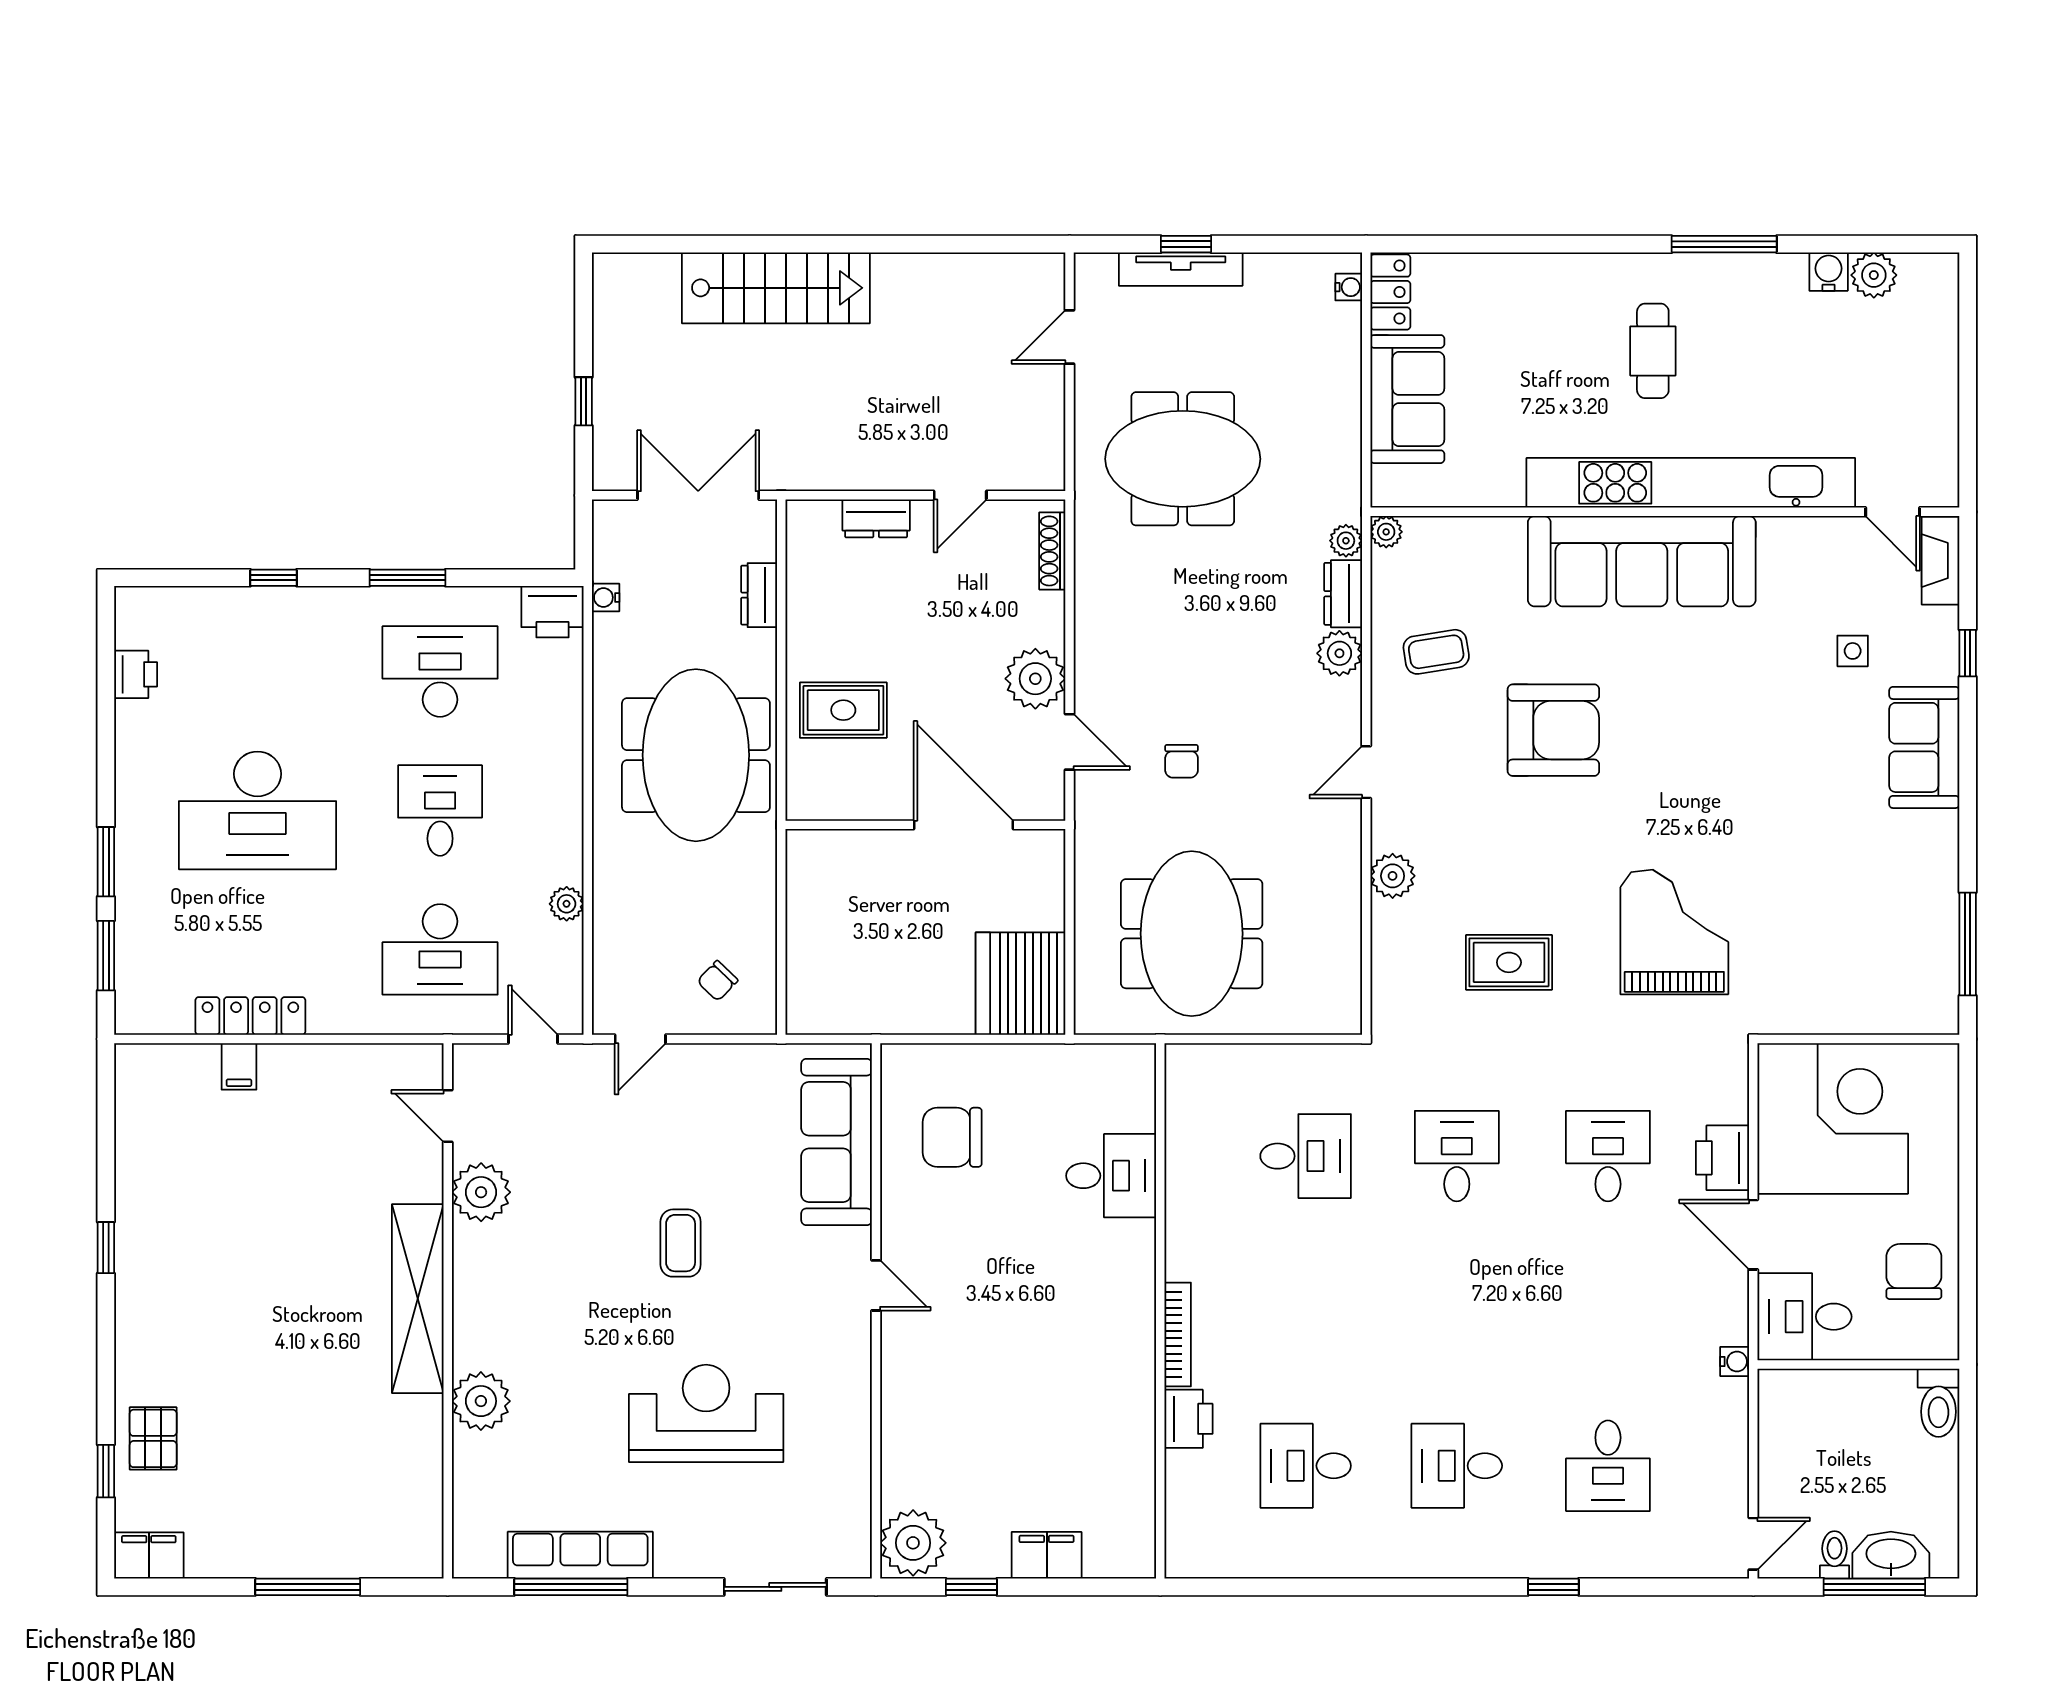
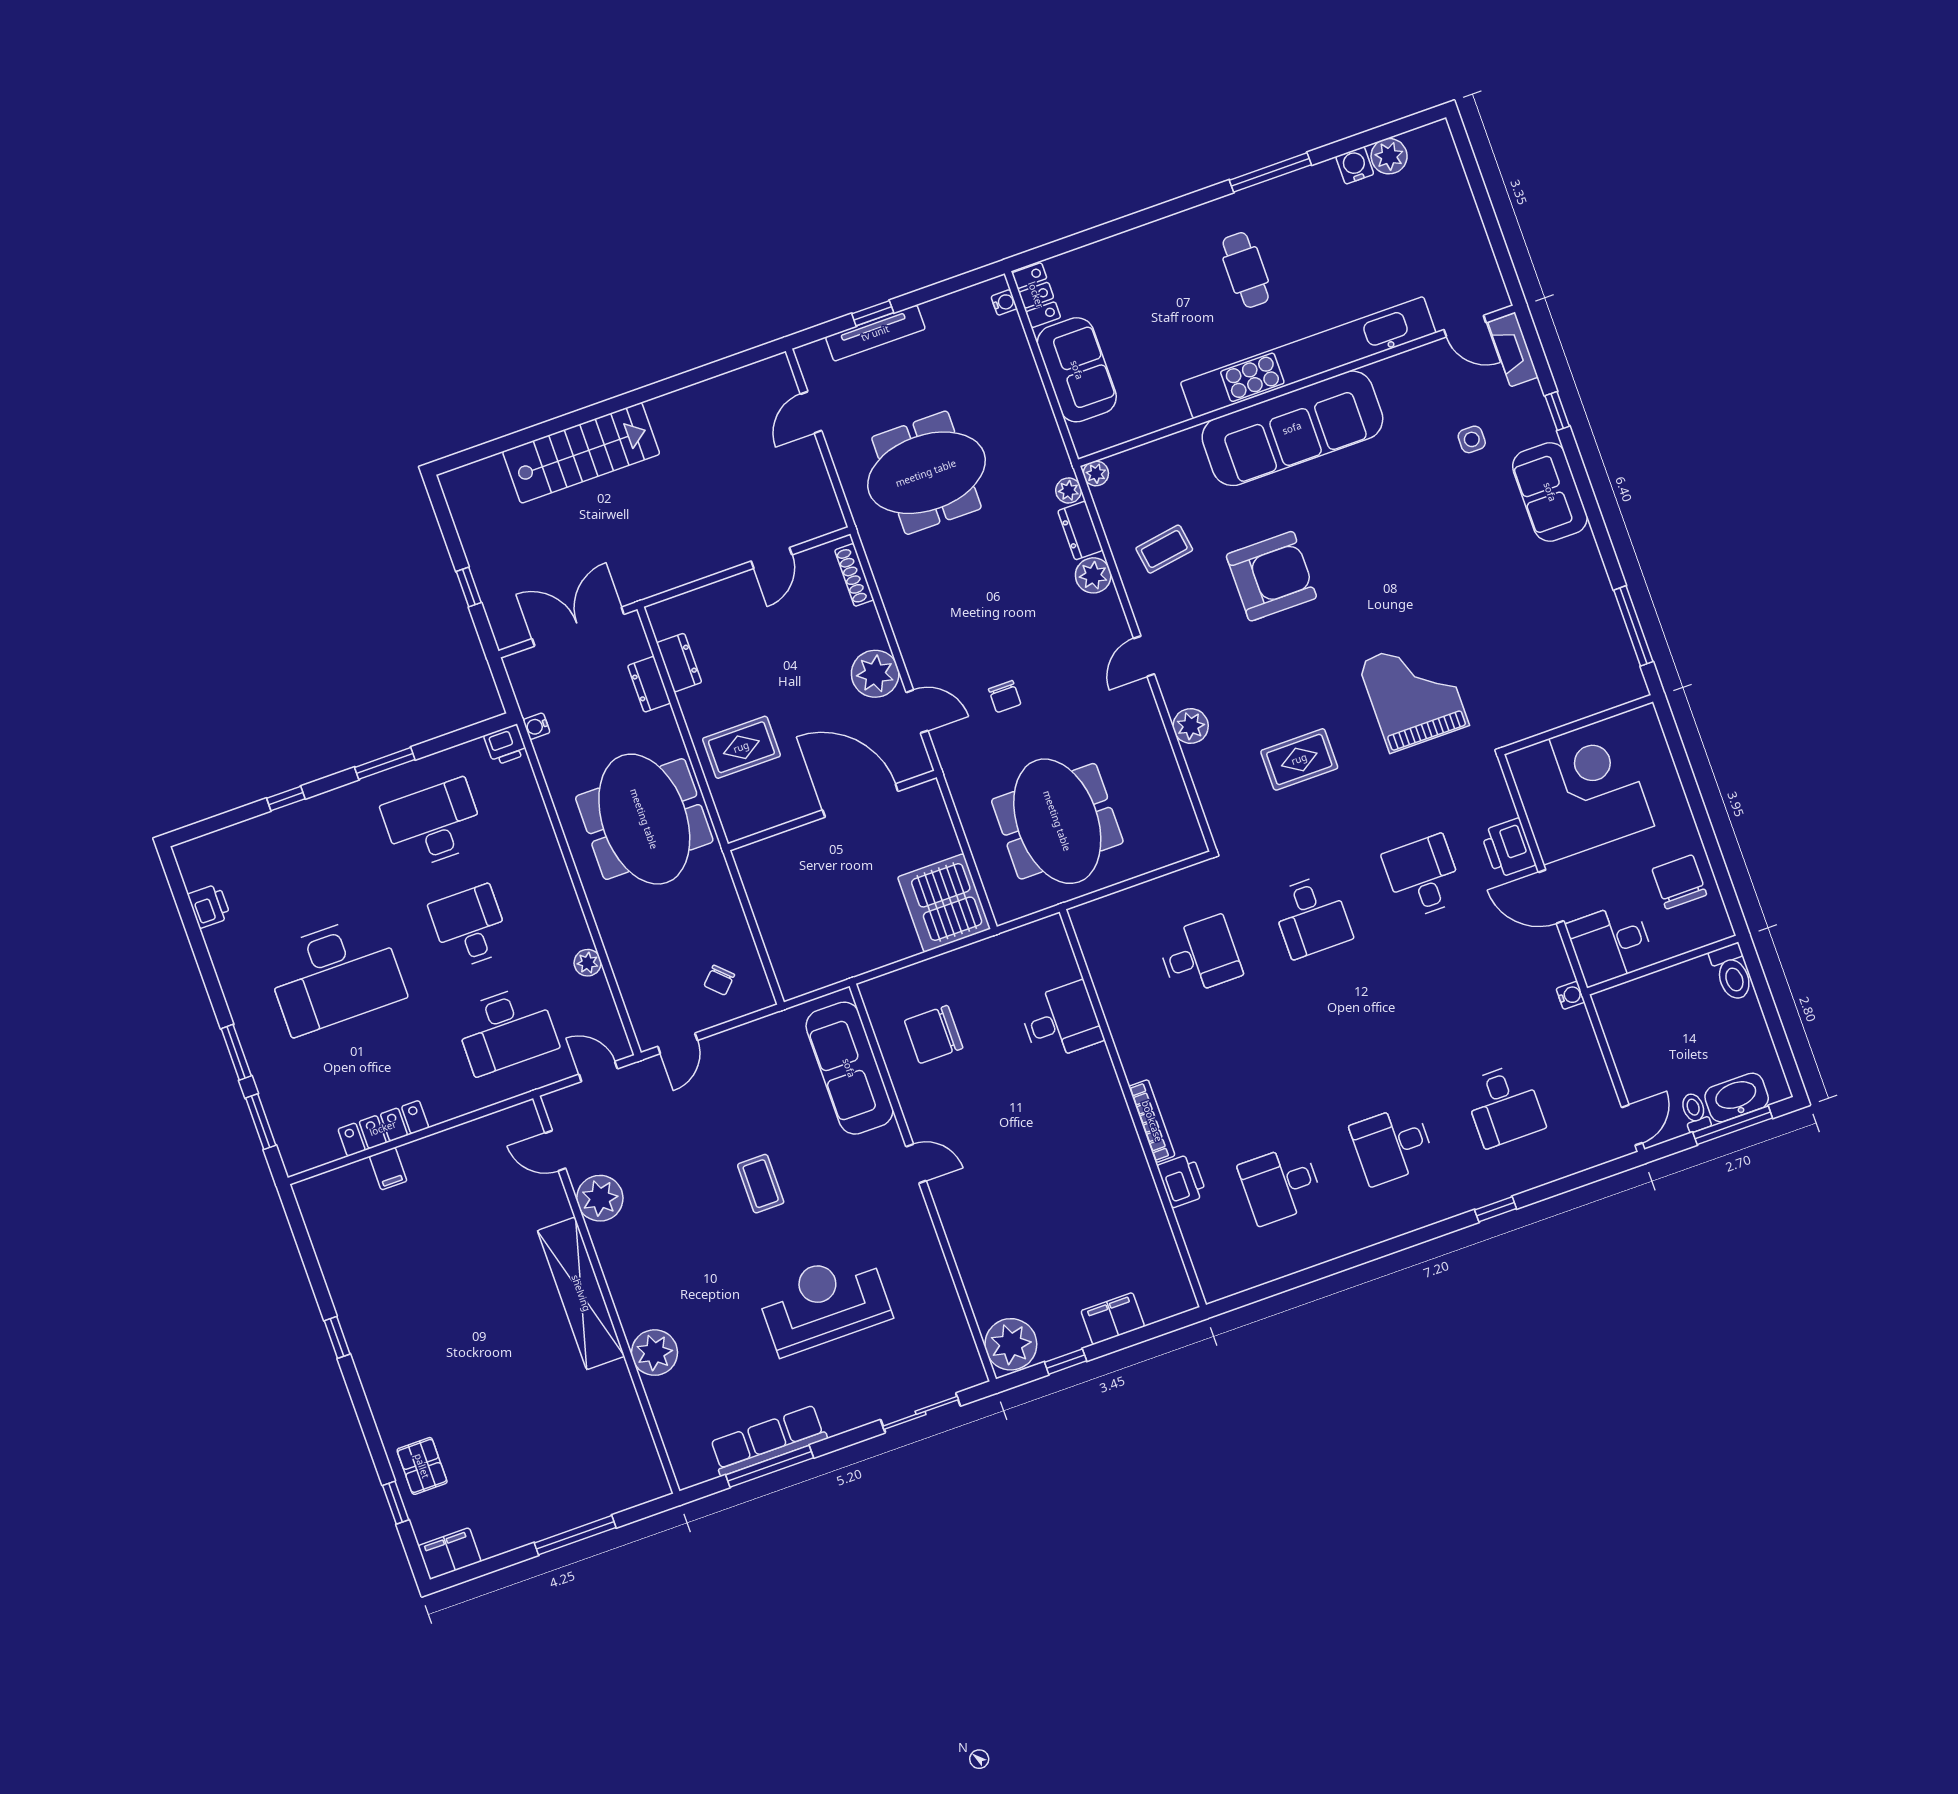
dresser: (876, 518) -> (679, 663), moved, turned -90
printer: (552, 612) -> (506, 745), width x0.73, depth x0.81
desk: (1457, 1156) -> (1311, 916), turned 180

